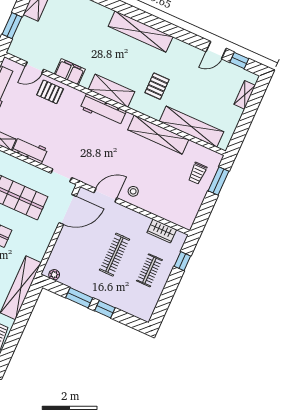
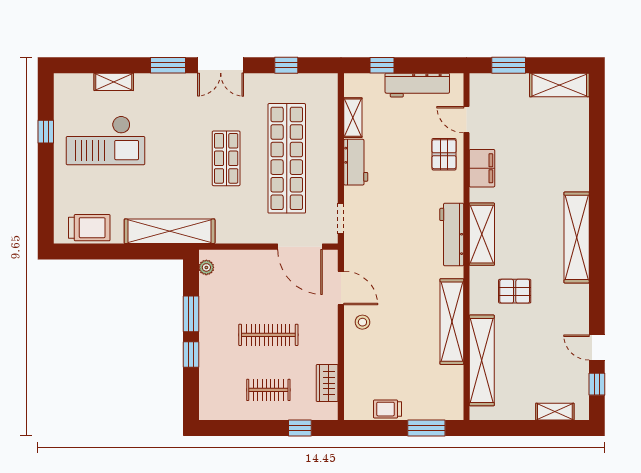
trolley: (197, 173) -> (387, 409), moved

